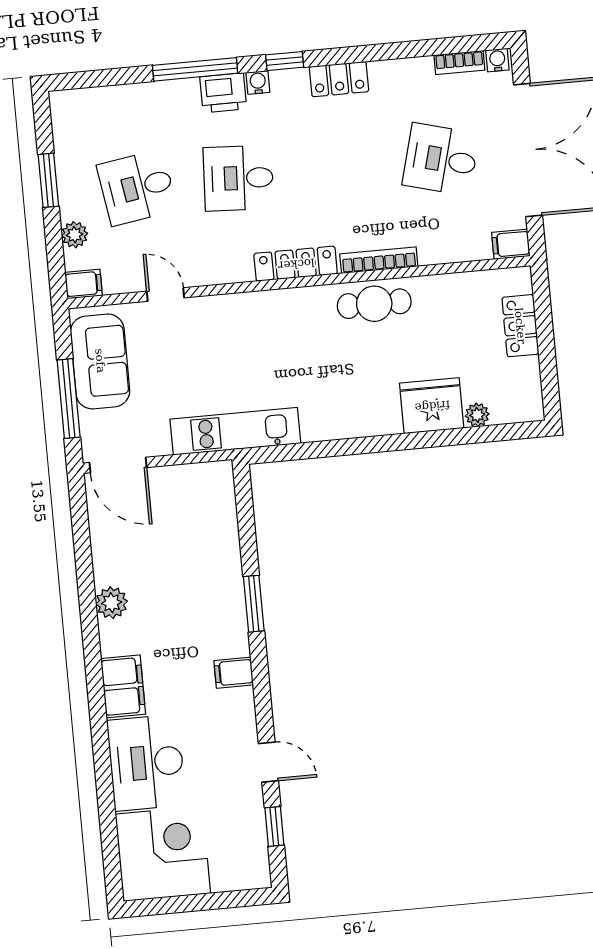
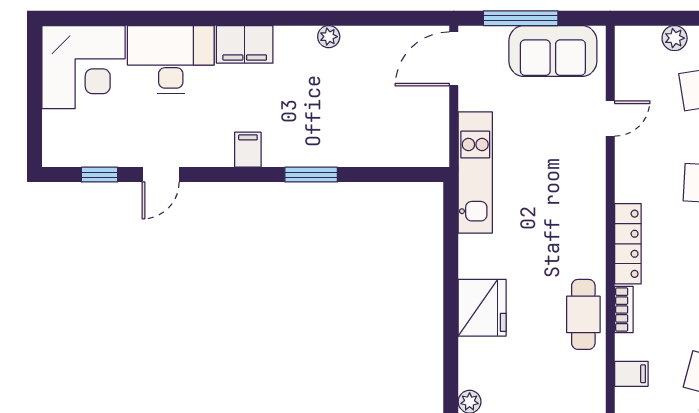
bookcase: (379, 260) -> (624, 310), width x0.64
filing cabinet: (84, 284) -> (631, 374), moved, turned -90
fridge: (432, 406) -> (482, 308), moved
plant: (112, 603) -> (329, 37), width x0.73, depth x0.73

